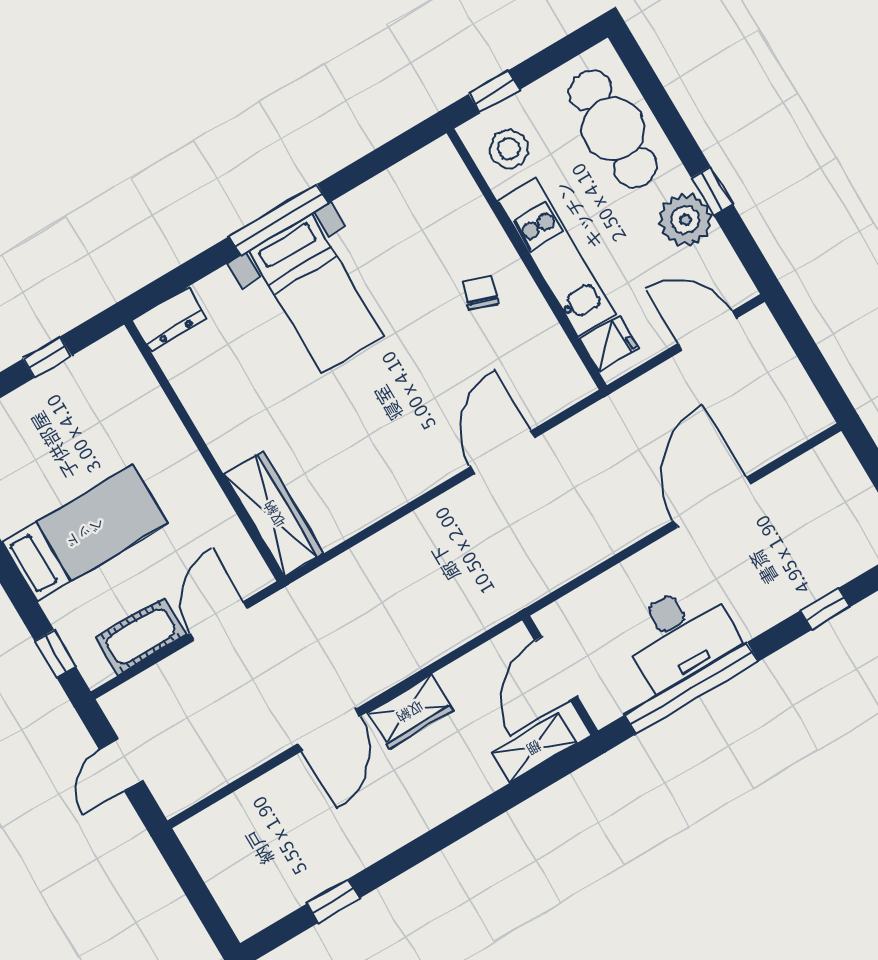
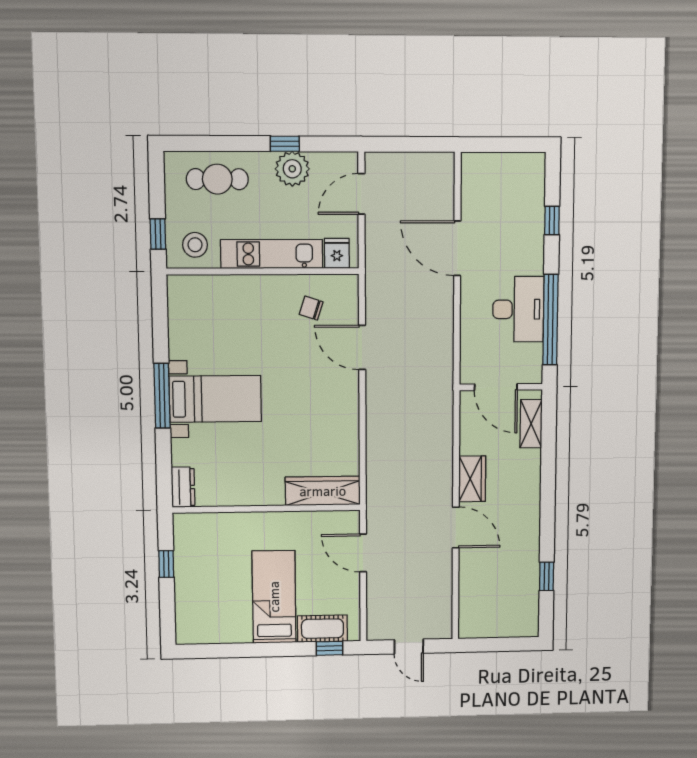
cafe table: (613, 129) -> (217, 179), width x0.73, depth x0.74
chair: (480, 292) -> (311, 308), moved
cot: (141, 636) -> (322, 629), moved, turned 90

